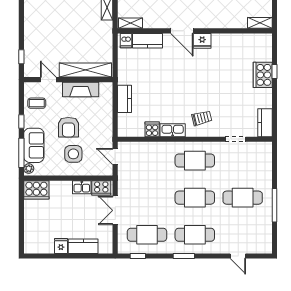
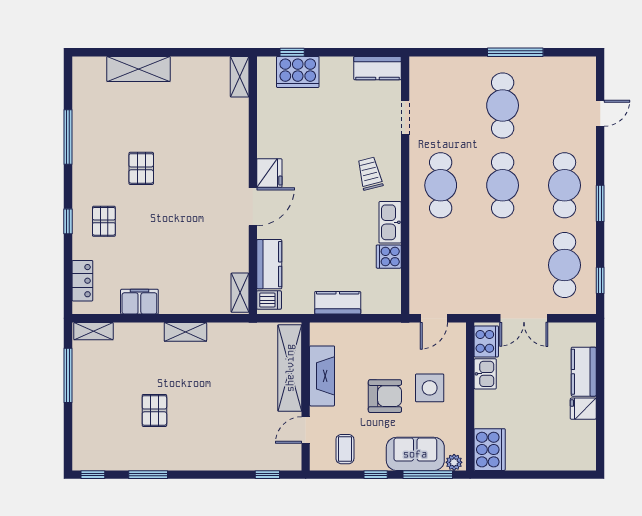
shelving: (130, 23) -> (240, 293), moved
shelving: (260, 23) -> (240, 77), moved
door: (182, 31) -> (253, 207), moved
wall: (195, 31) -> (253, 185), moved
dishwasher: (126, 41) -> (269, 300), moved
kitchen counter: (148, 41) -> (269, 264), moved
fridge: (202, 41) -> (269, 173), moved

